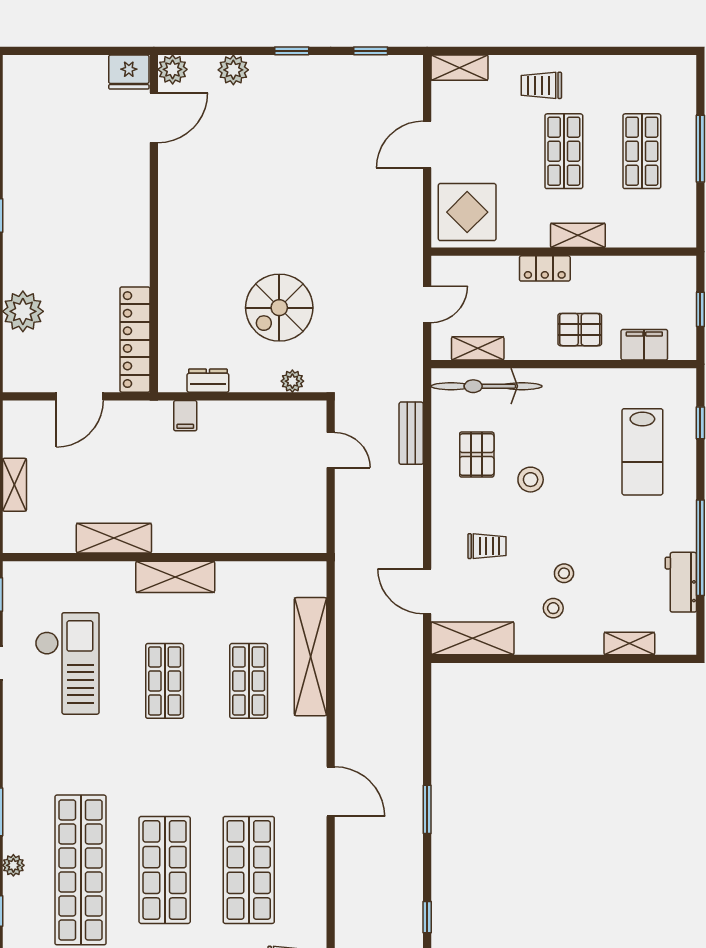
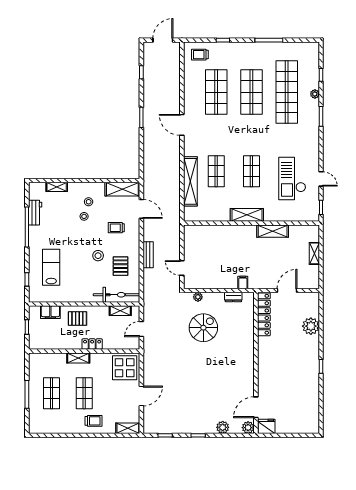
bench: (411, 433) -> (148, 255), moved

